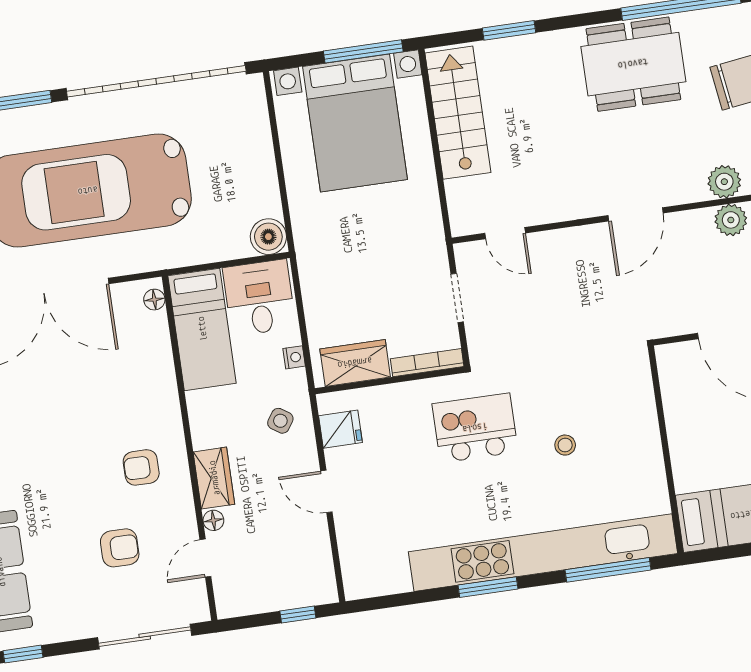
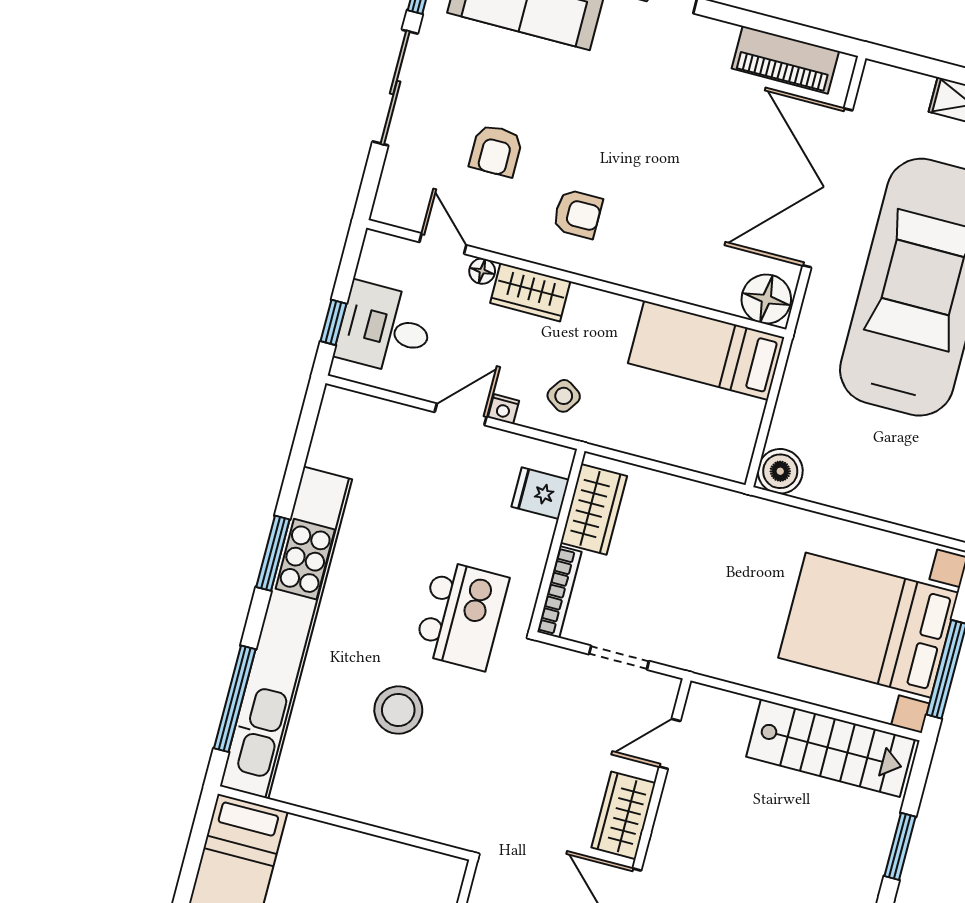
wardrobe: (573, 245) -> (623, 815), added
desk: (259, 298) -> (385, 328), moved, turned 180
floor lamp: (154, 300) -> (766, 299), width x1.89, depth x1.89
nightstand: (294, 357) -> (503, 409), moved
fridge: (340, 429) -> (540, 493), moved, turned 90
stool: (565, 445) -> (398, 710), width x1.89, depth x1.89
armchair: (141, 467) -> (578, 214), turned 90
sliding door: (145, 637) -> (395, 88), moved

